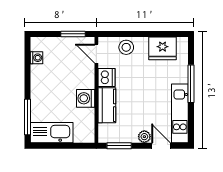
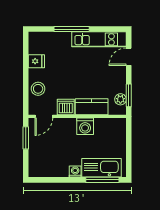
fridge: (163, 48) -> (36, 61), width x0.53, depth x0.75
washing machine: (36, 58) -> (75, 172), moved
kitchen sink: (52, 133) -> (102, 168), moved, turned 90
plant: (144, 137) -> (120, 99), moved

